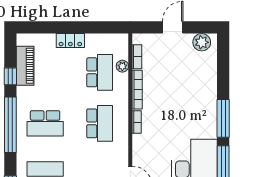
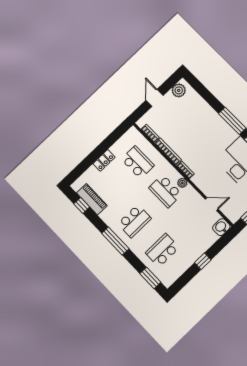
plant: (122, 66) -> (182, 183), moved
window: (10, 76) -> (82, 205), moved
school desk: (100, 123) -> (165, 191), turned 180
window: (10, 125) -> (115, 241), width x0.68

